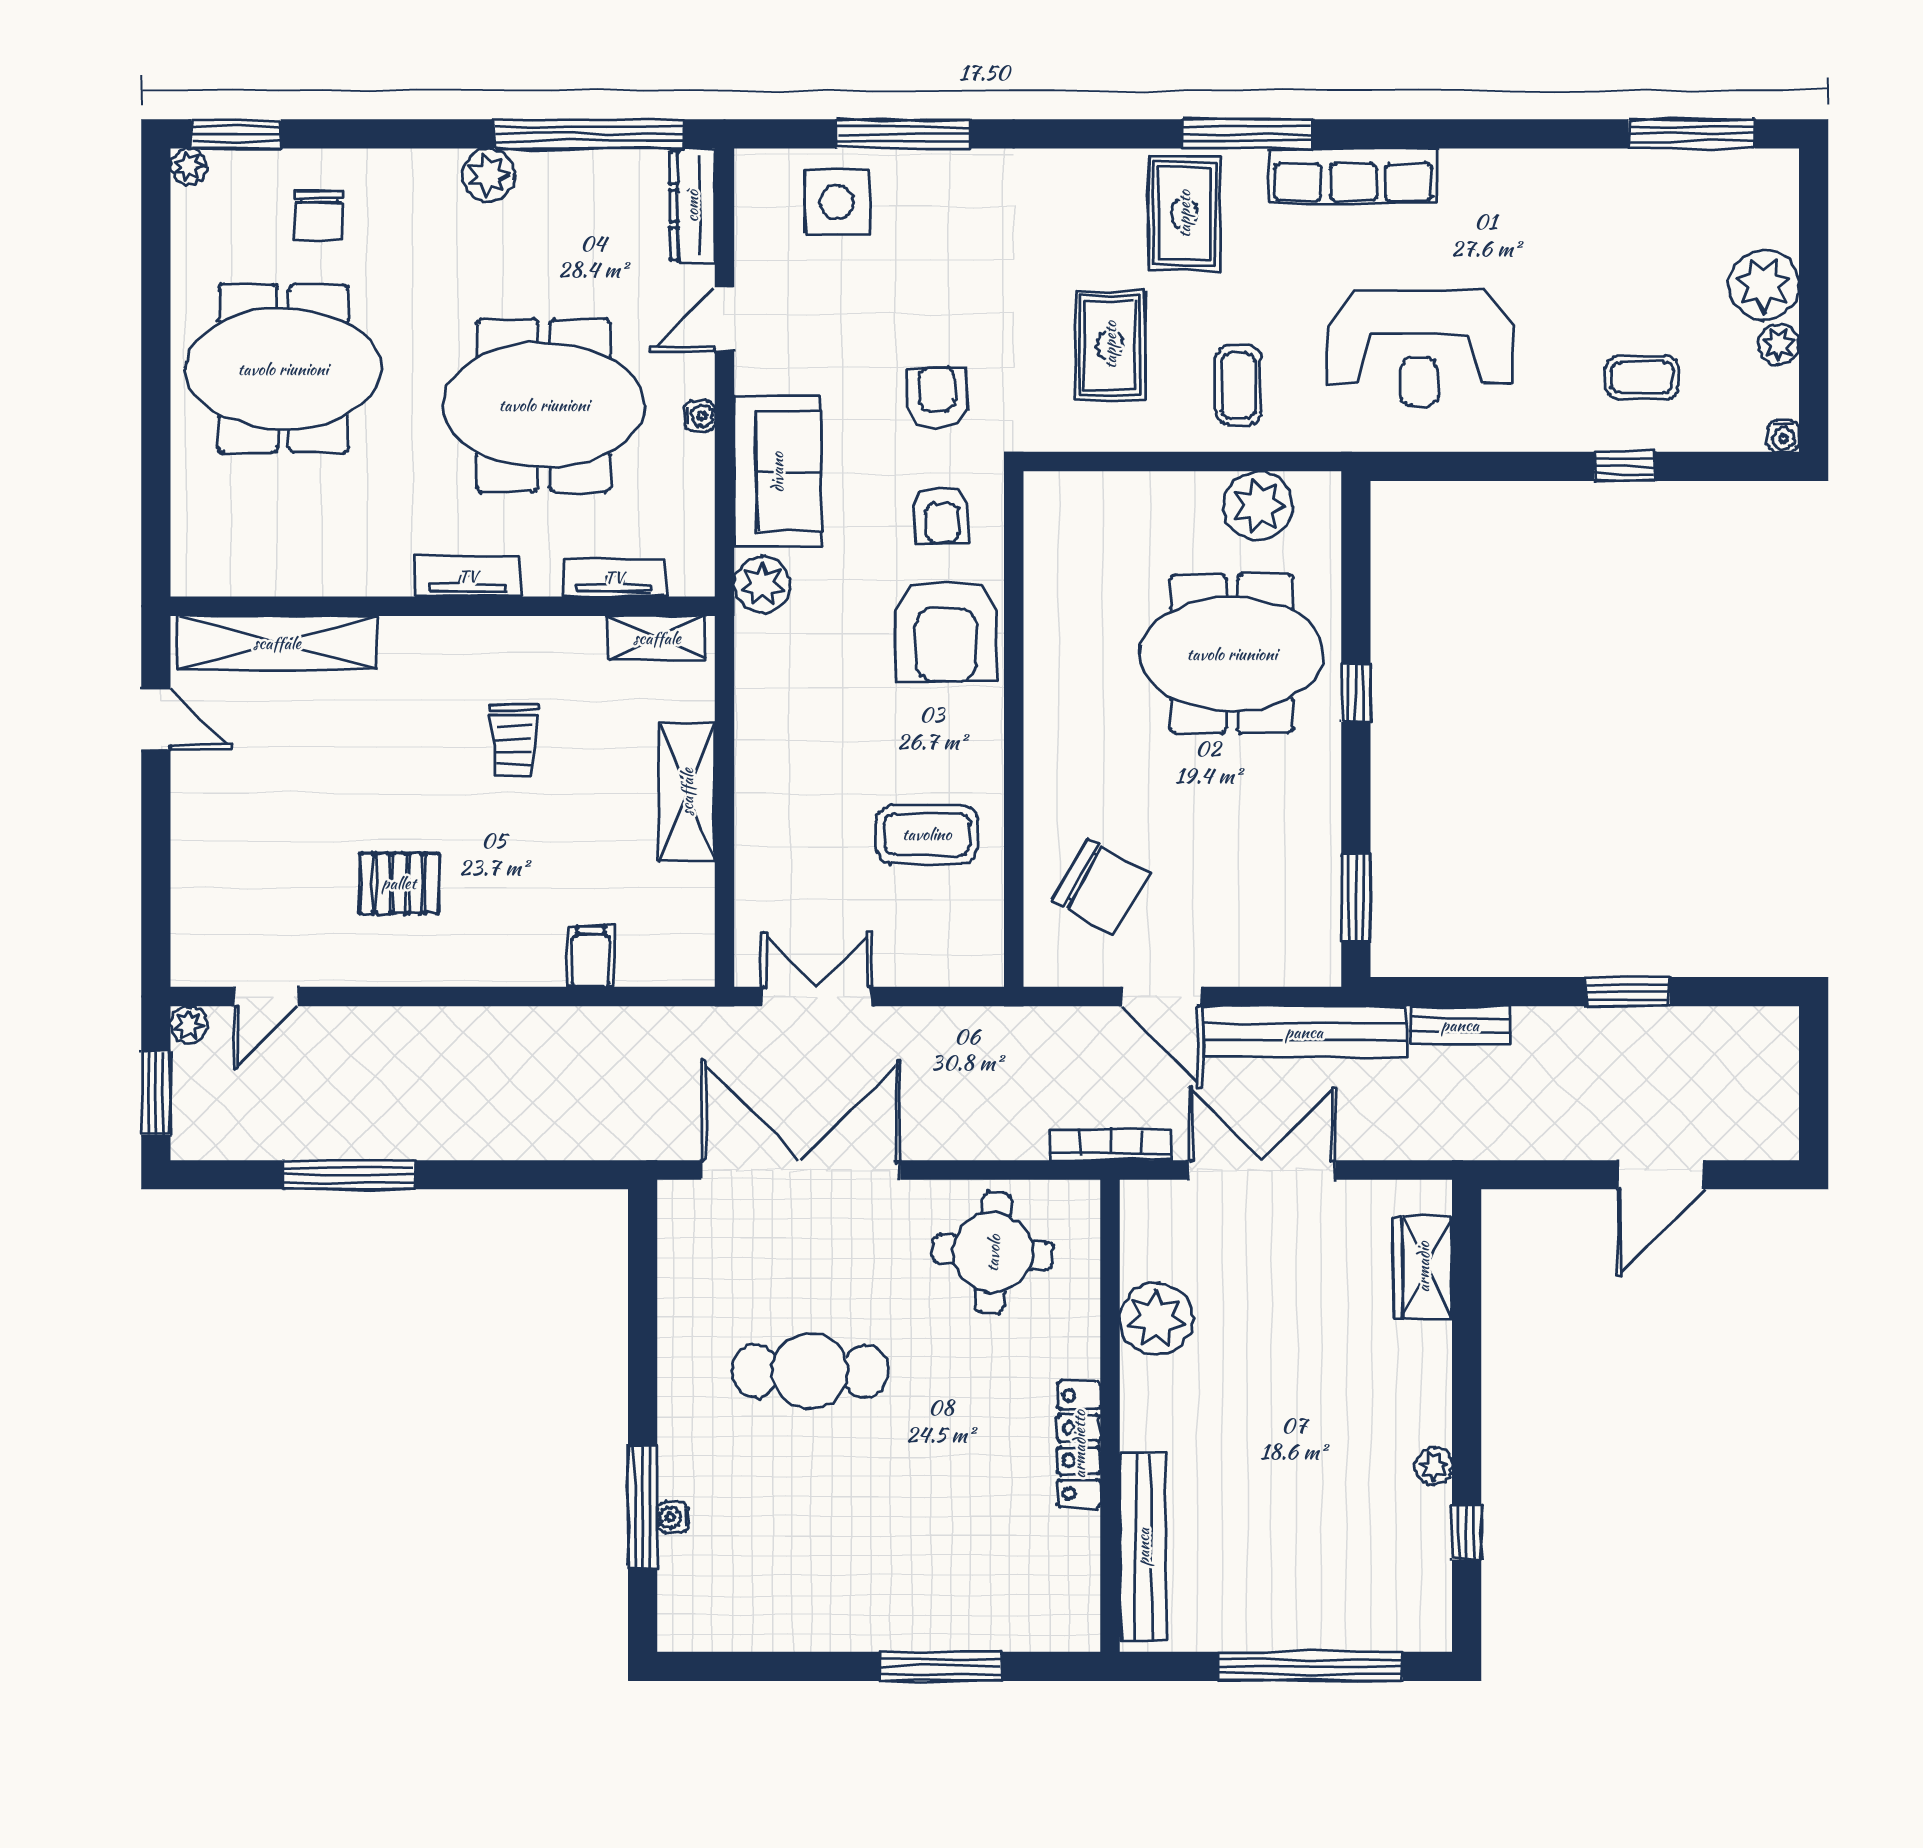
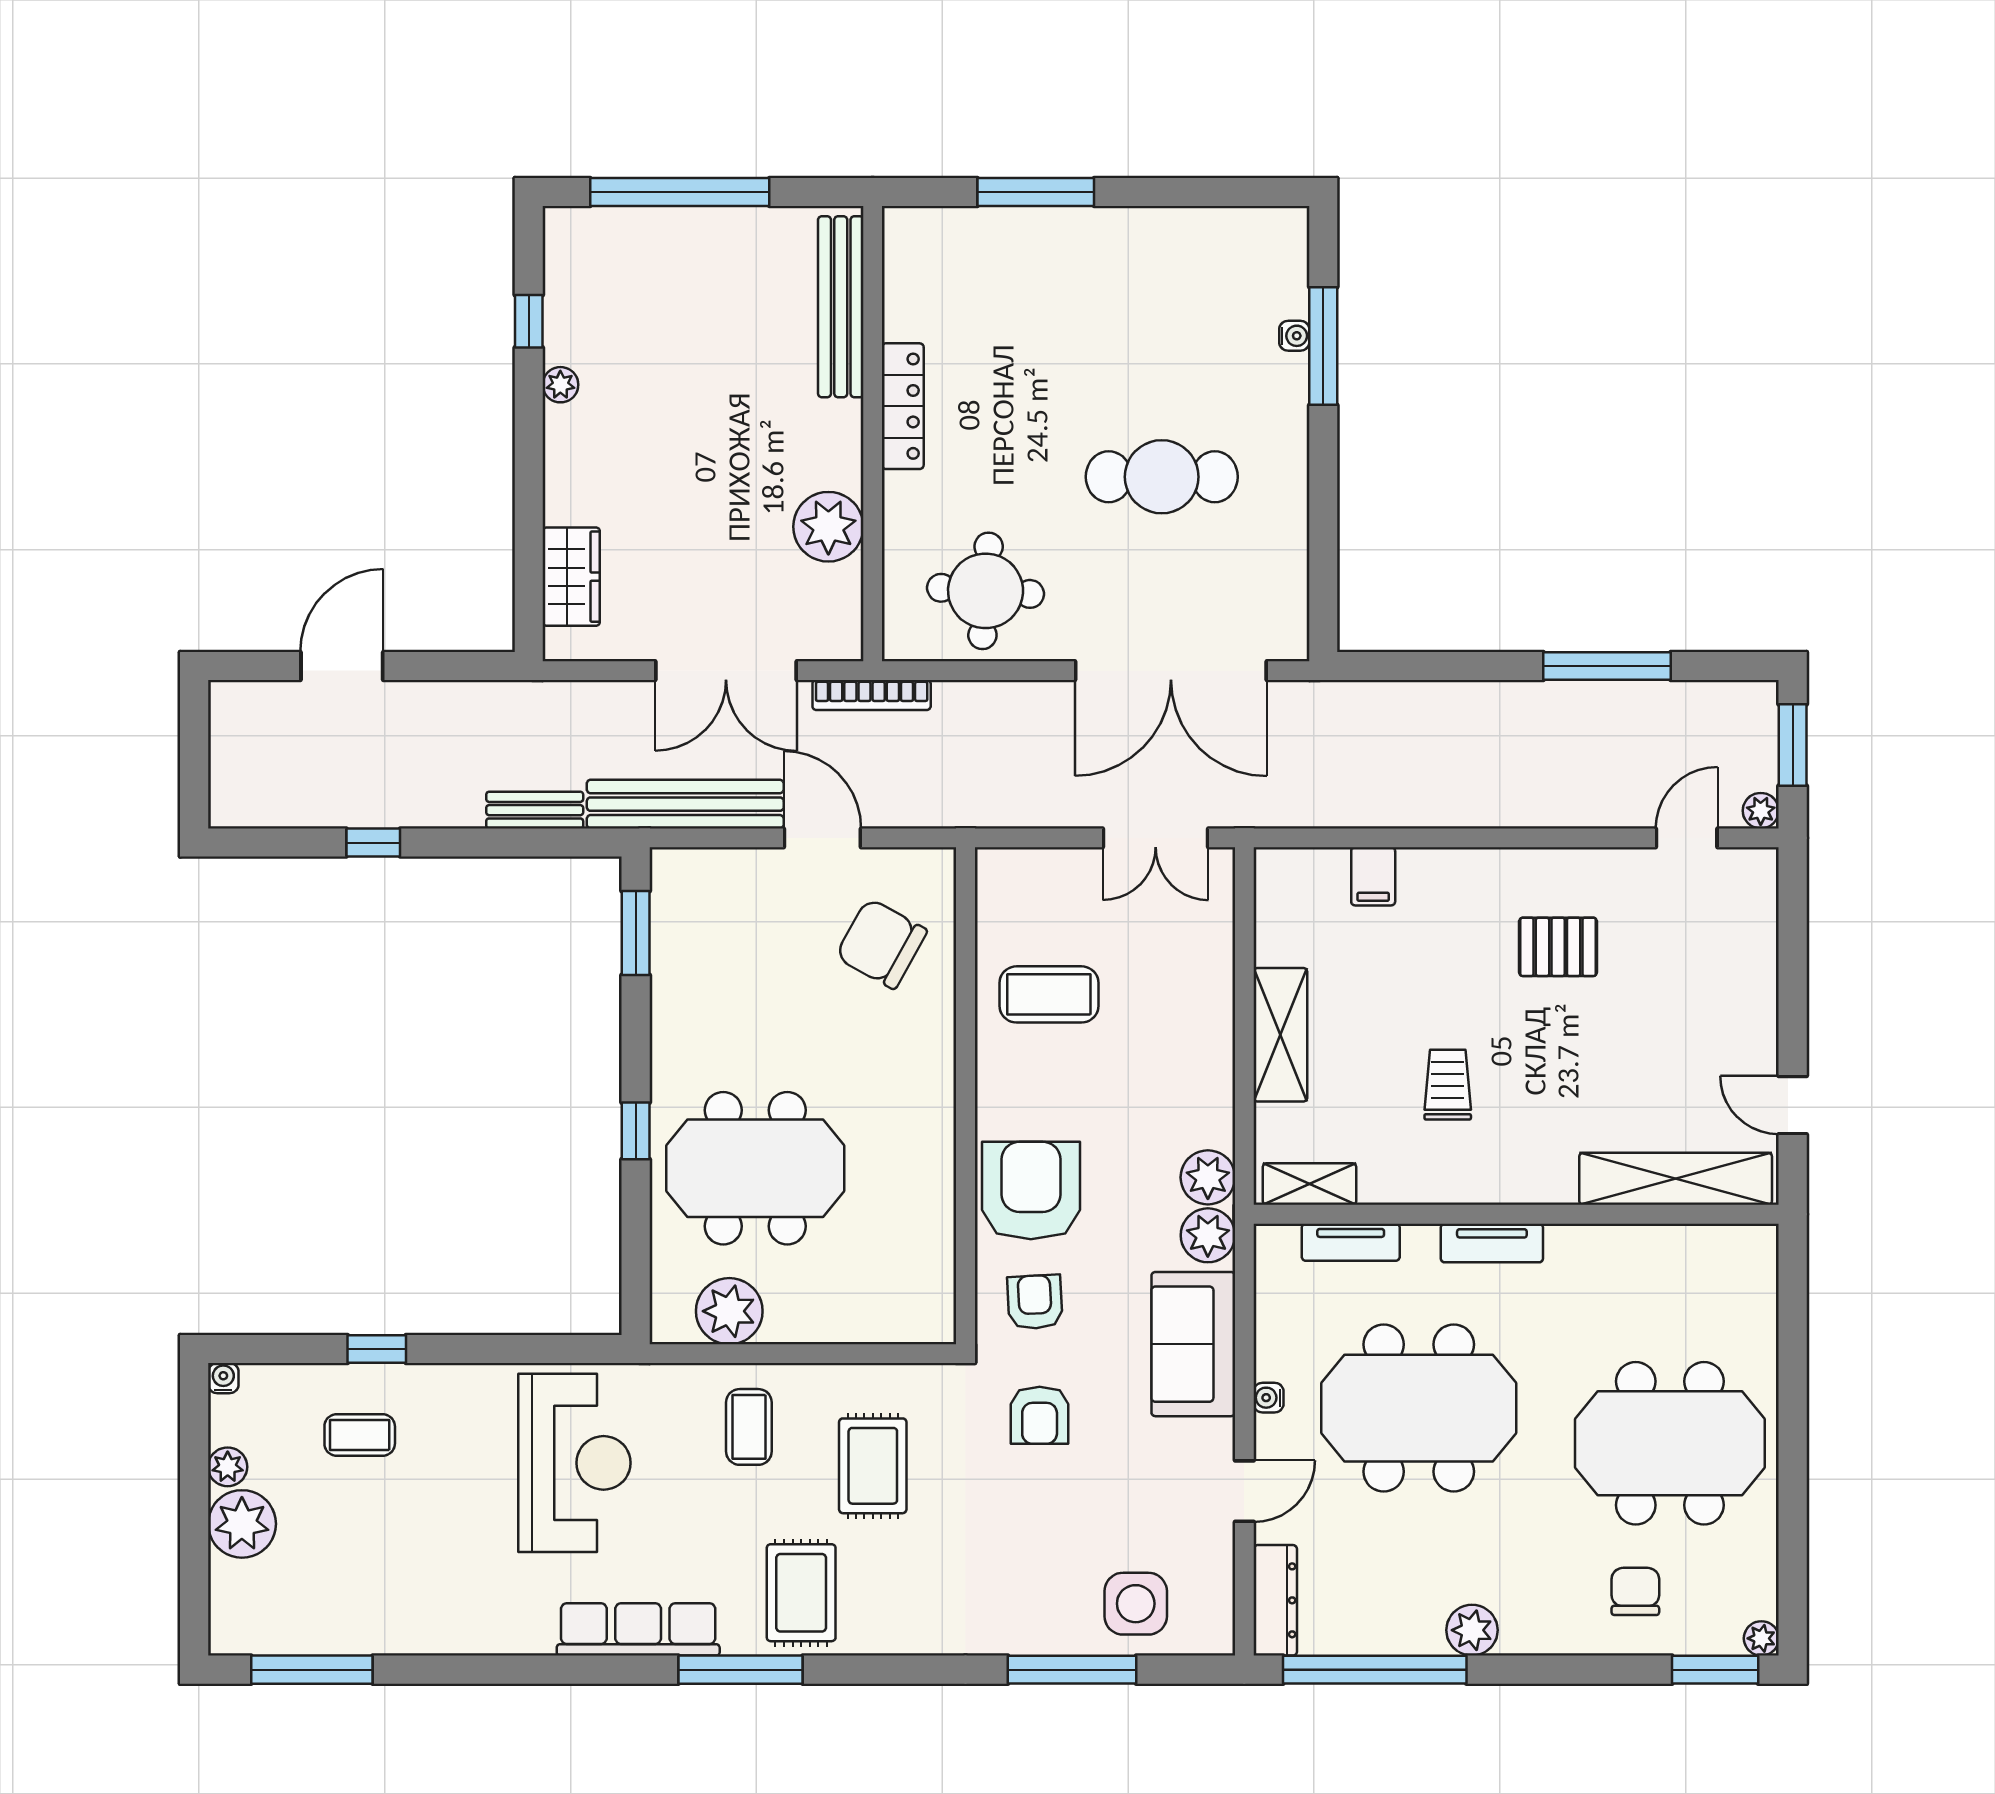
reception desk: (1419, 348) -> (574, 1463), turned 90
plant: (762, 644) -> (1208, 1177), added
window: (1628, 992) -> (373, 843), width x0.67

